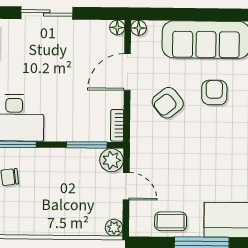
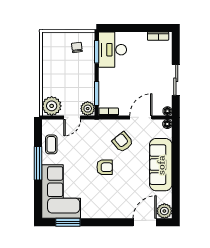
sliding door: (47, 13) -> (176, 80), moved
door: (127, 72) -> (141, 117), hinge flipped
armchair: (214, 92) -> (105, 167), moved
plant: (114, 228) -> (52, 106), width x1.87, depth x1.87

